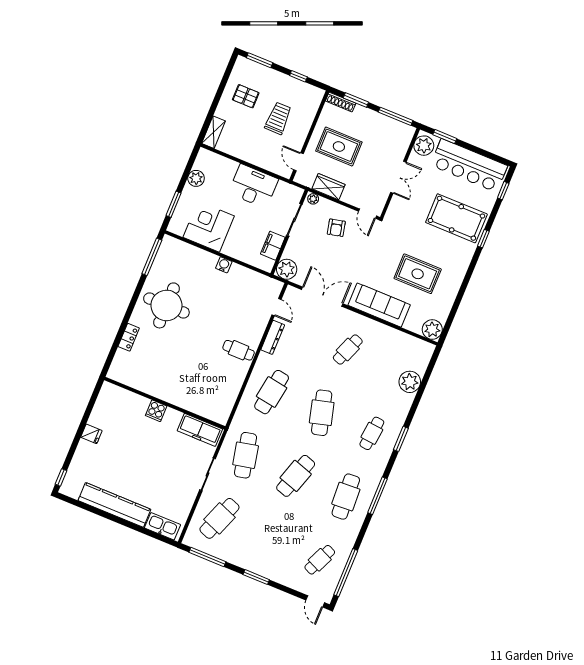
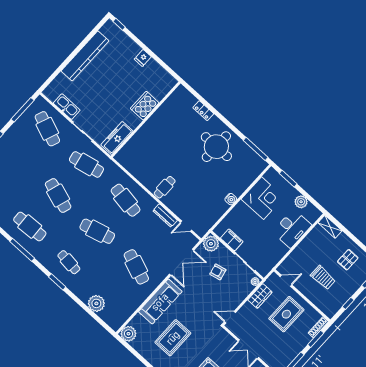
desk: (253, 186) -> (292, 229), moved
armchair: (336, 228) -> (218, 272), moved
cafe table: (348, 350) -> (136, 267), width x1.37, depth x1.35
cooker: (156, 411) -> (145, 106), width x1.87, depth x1.31
kitchen sink: (163, 526) -> (67, 107), moved, turned -90

